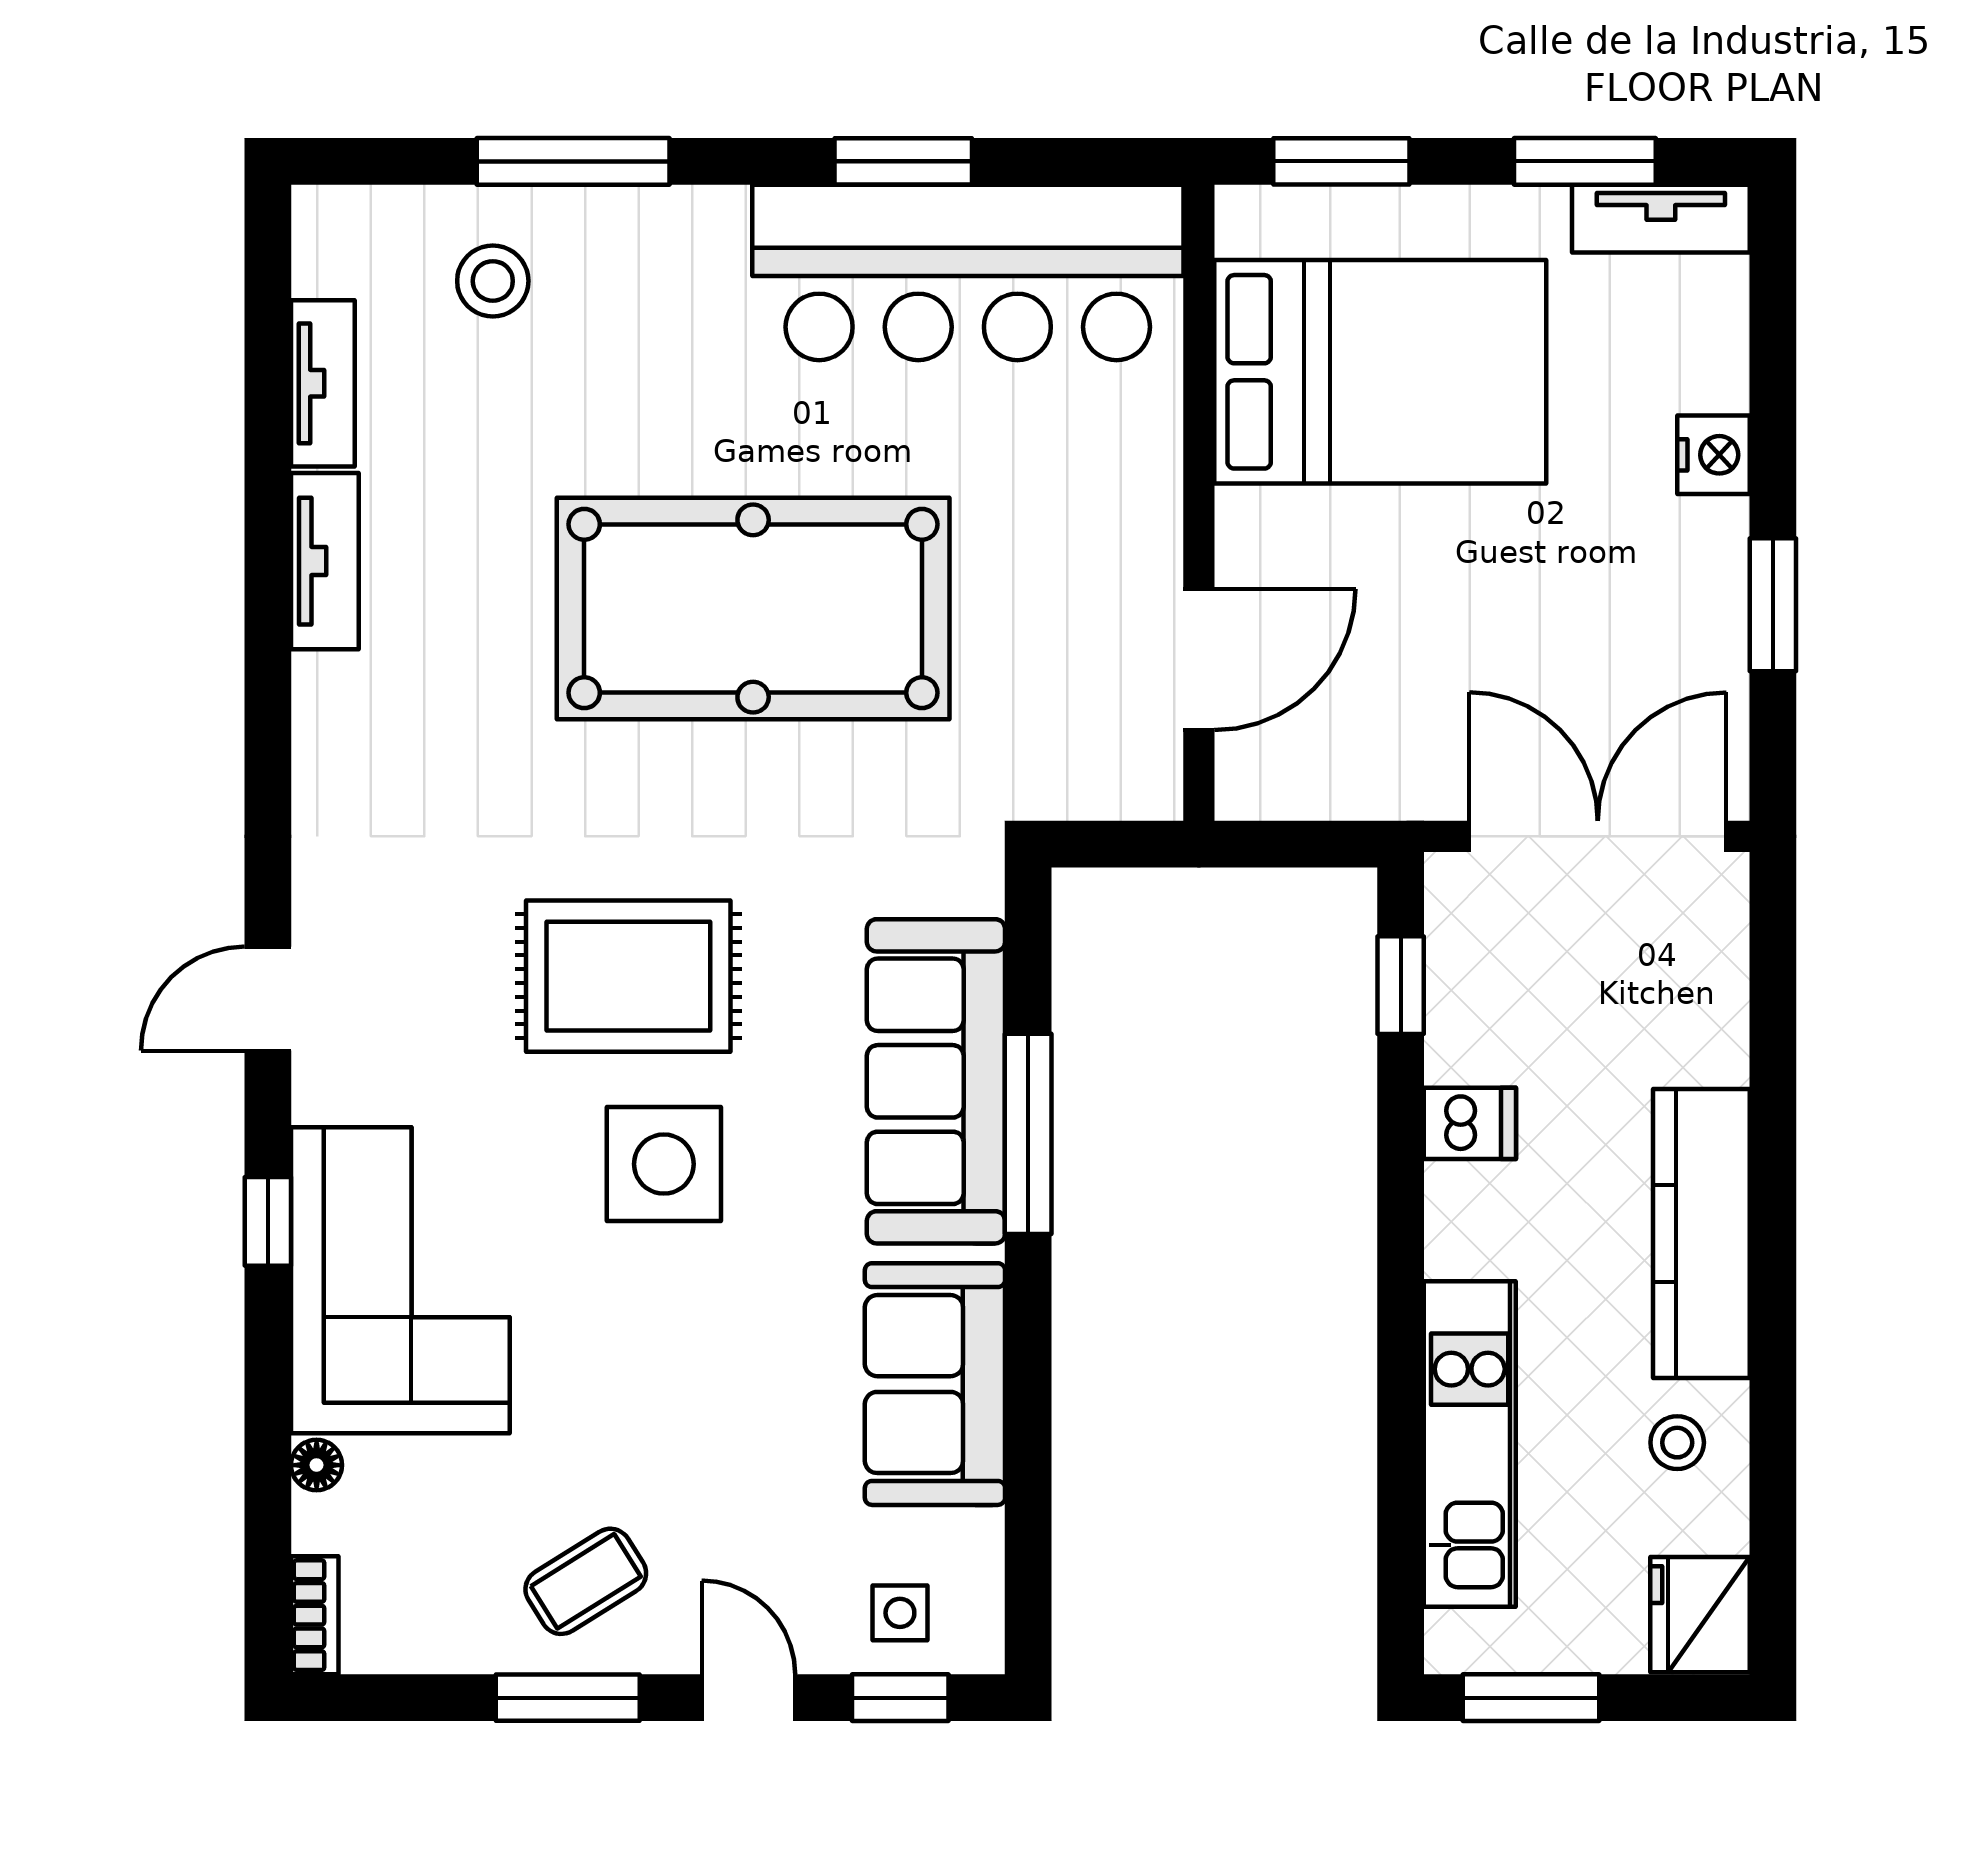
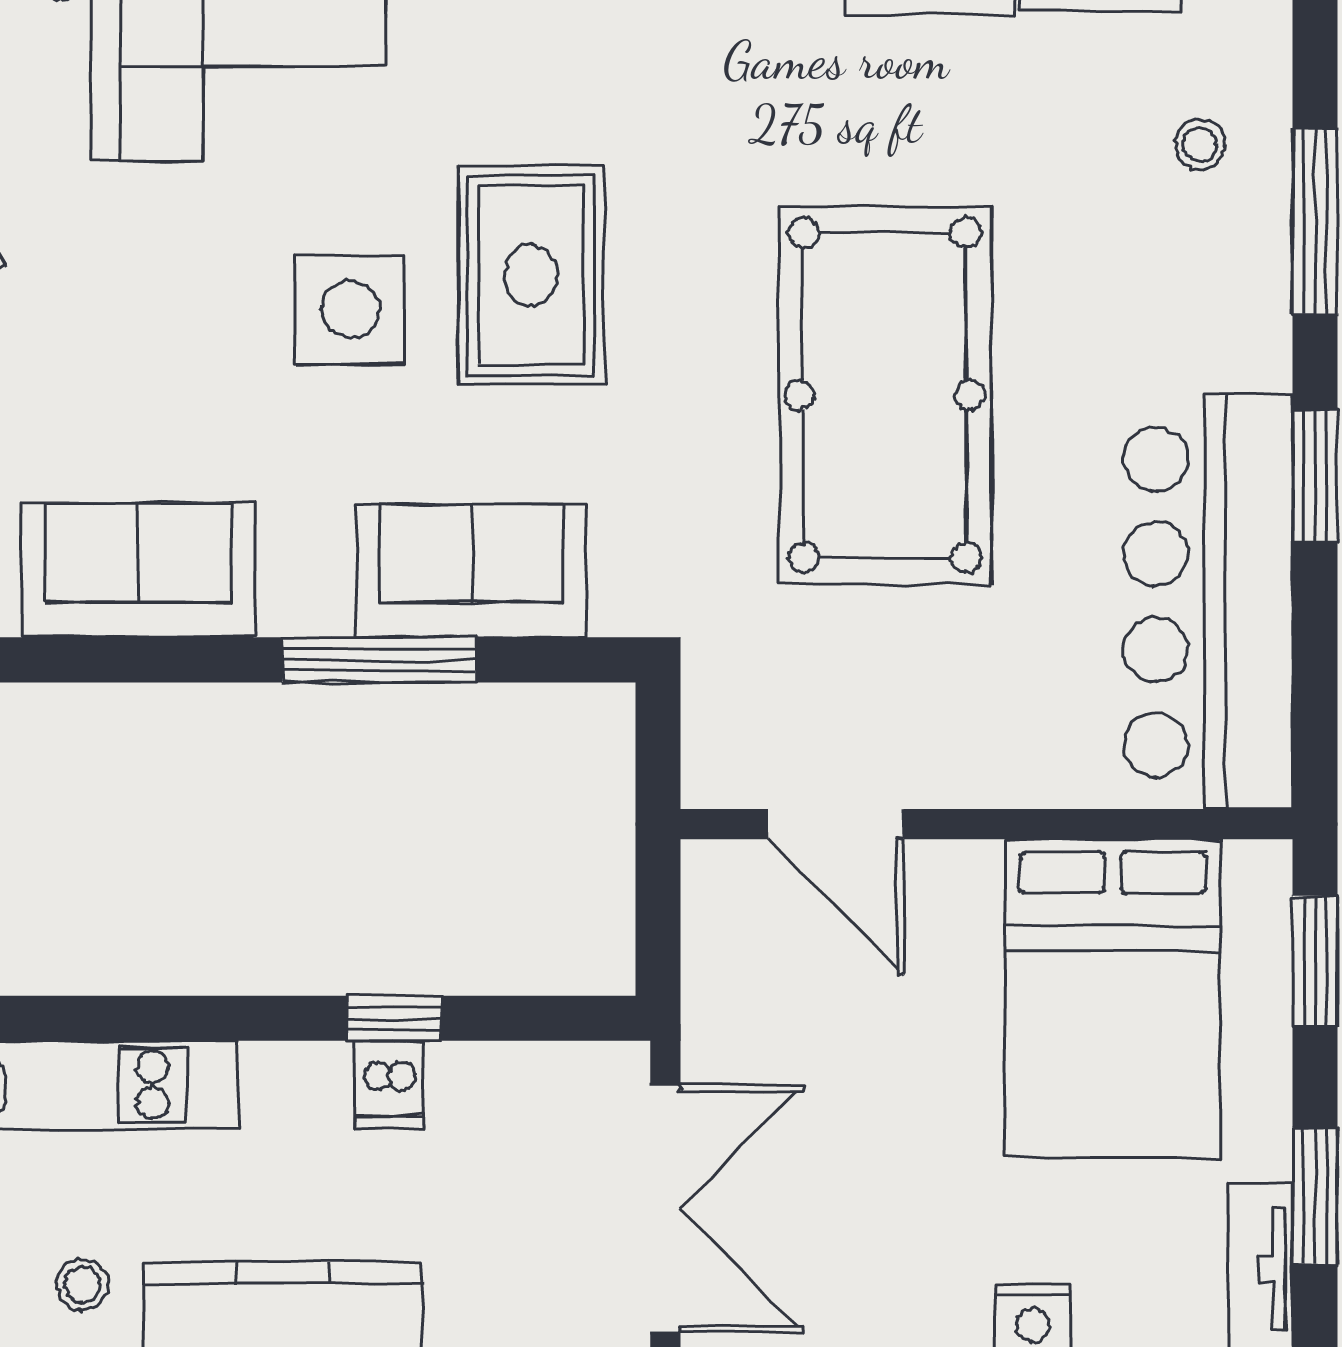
window: (903, 161) -> (1315, 476), moved
stool: (493, 281) -> (1200, 145), width x0.73, depth x0.73
window: (1401, 985) -> (394, 1018), moved
sofa: (936, 1081) -> (471, 571), width x0.73

